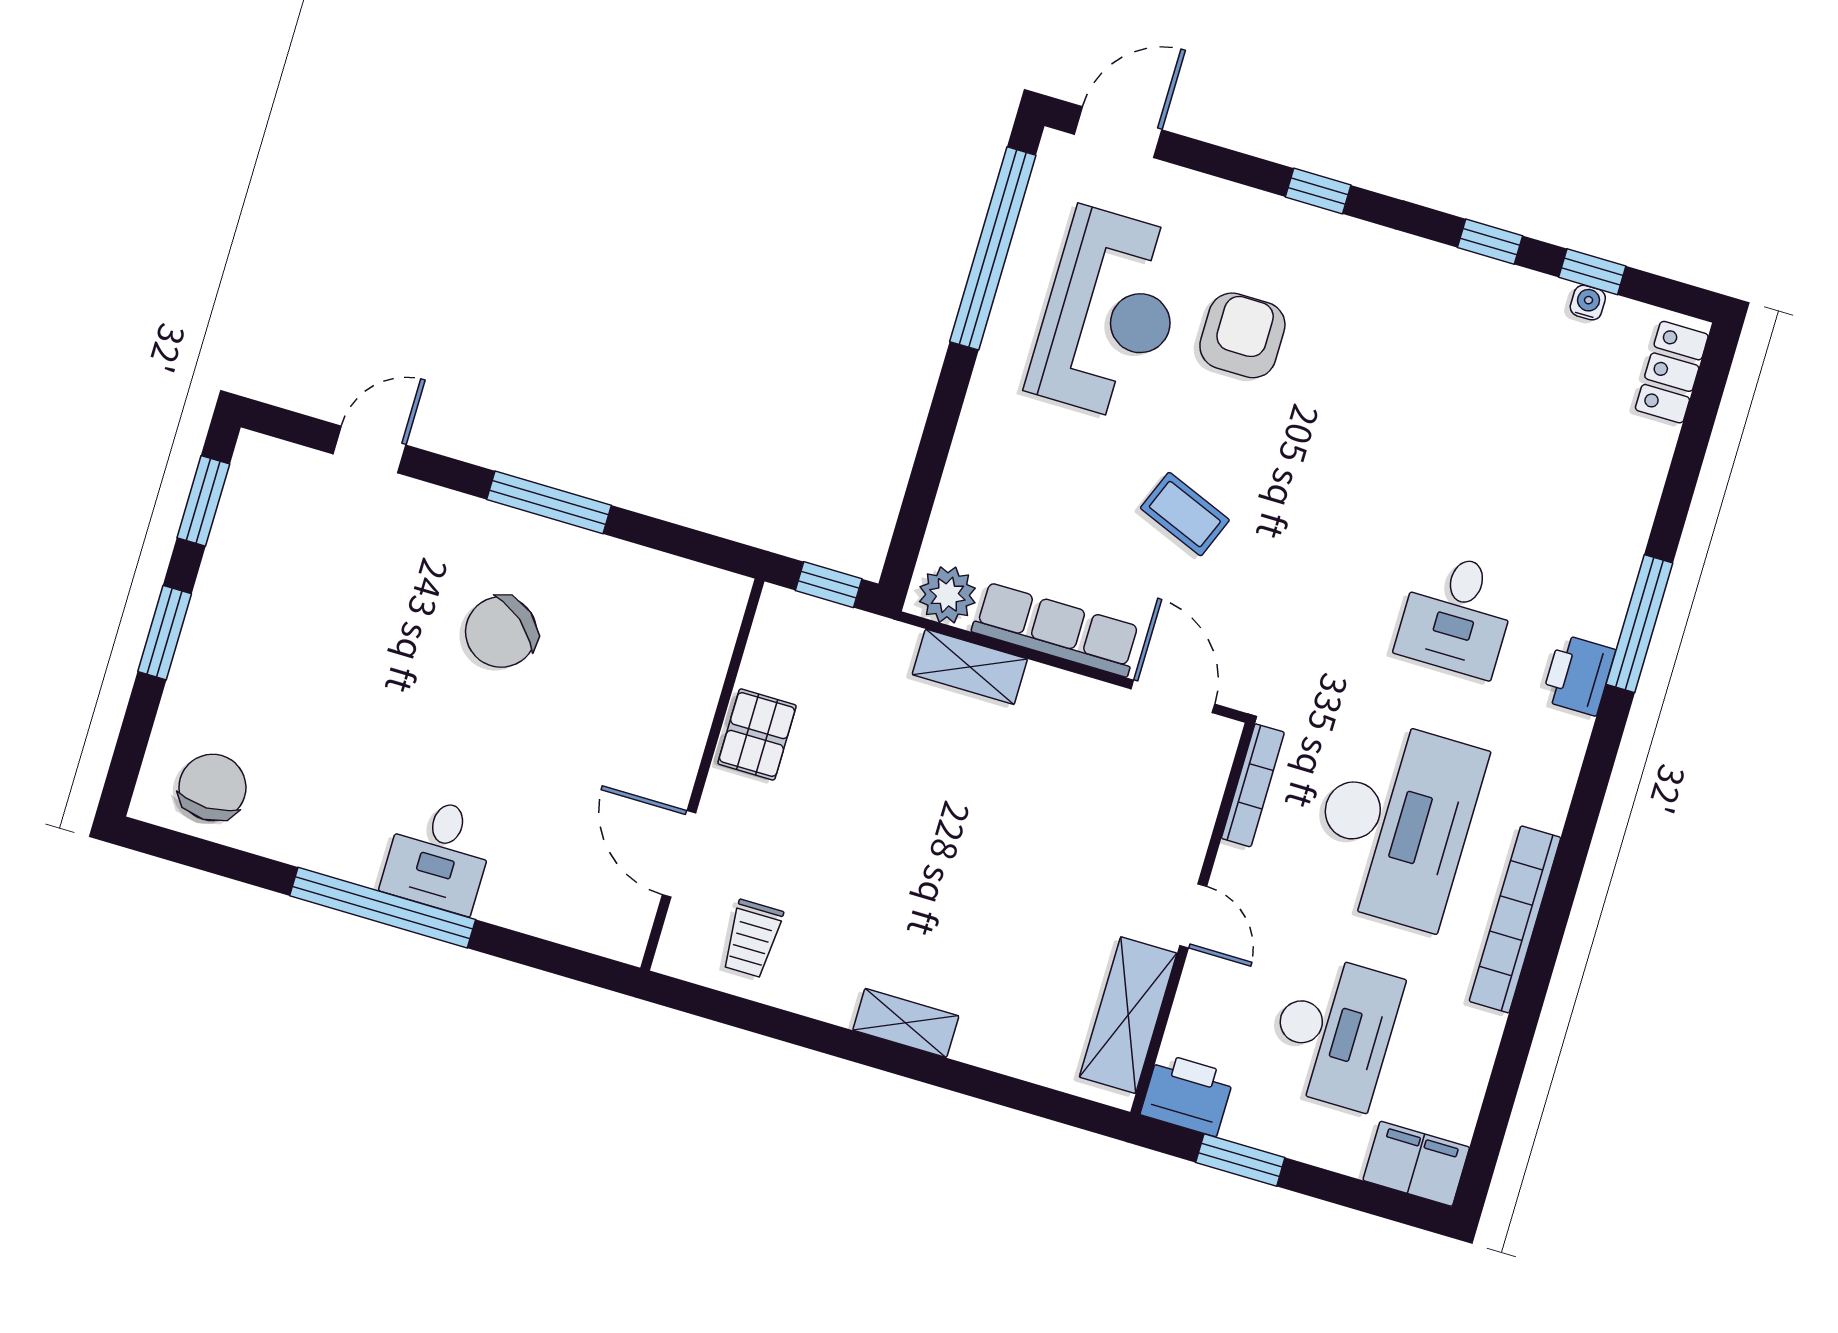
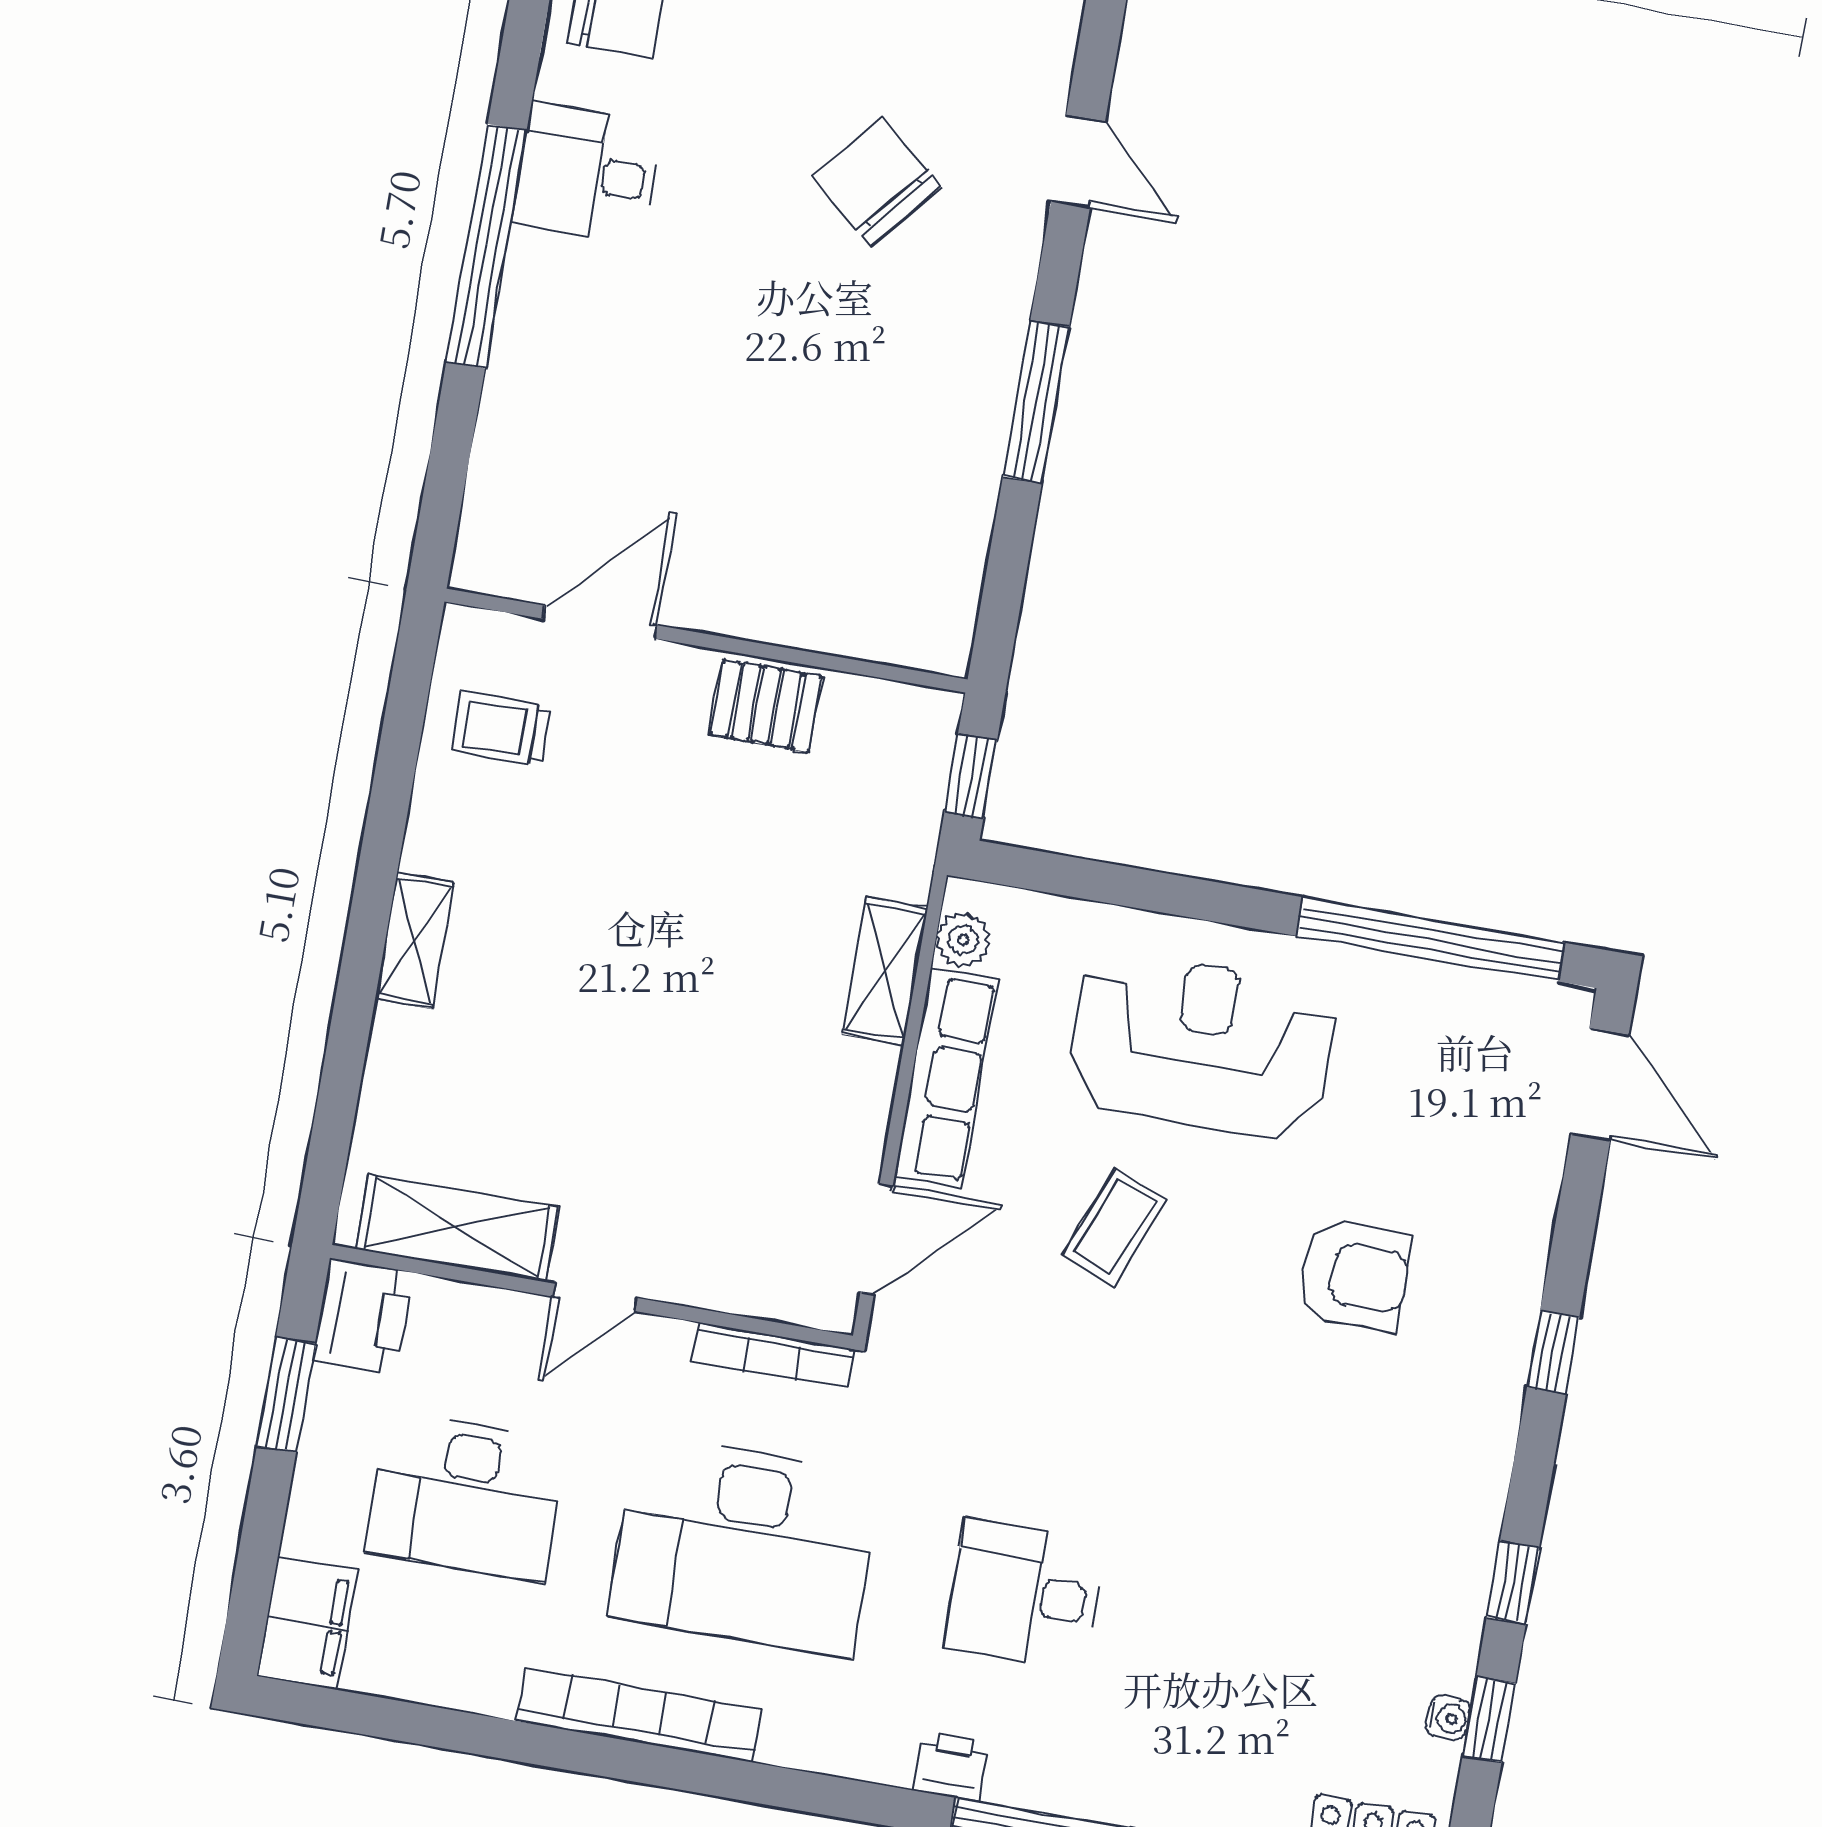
reception desk: (1109, 314) -> (1201, 1045), moved, turned 180
plant: (947, 595) -> (963, 940), width x0.73, depth x0.73
chair: (501, 632) -> (876, 181), moved
printer: (1578, 675) -> (951, 1766), width x0.73, depth x0.81
desk: (439, 855) -> (587, 173), moved

